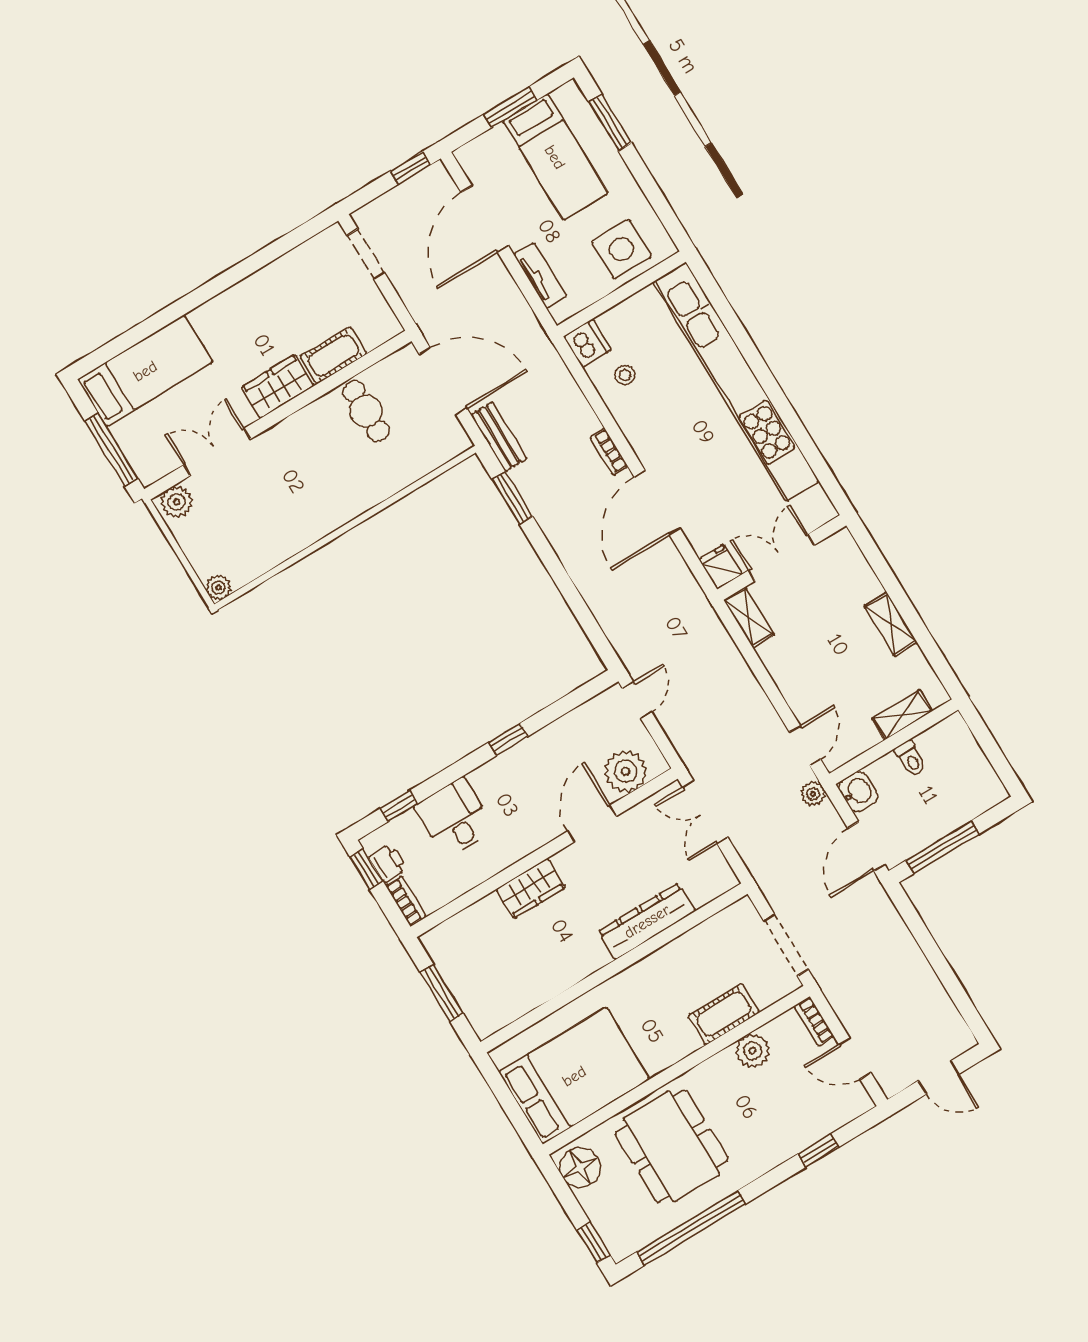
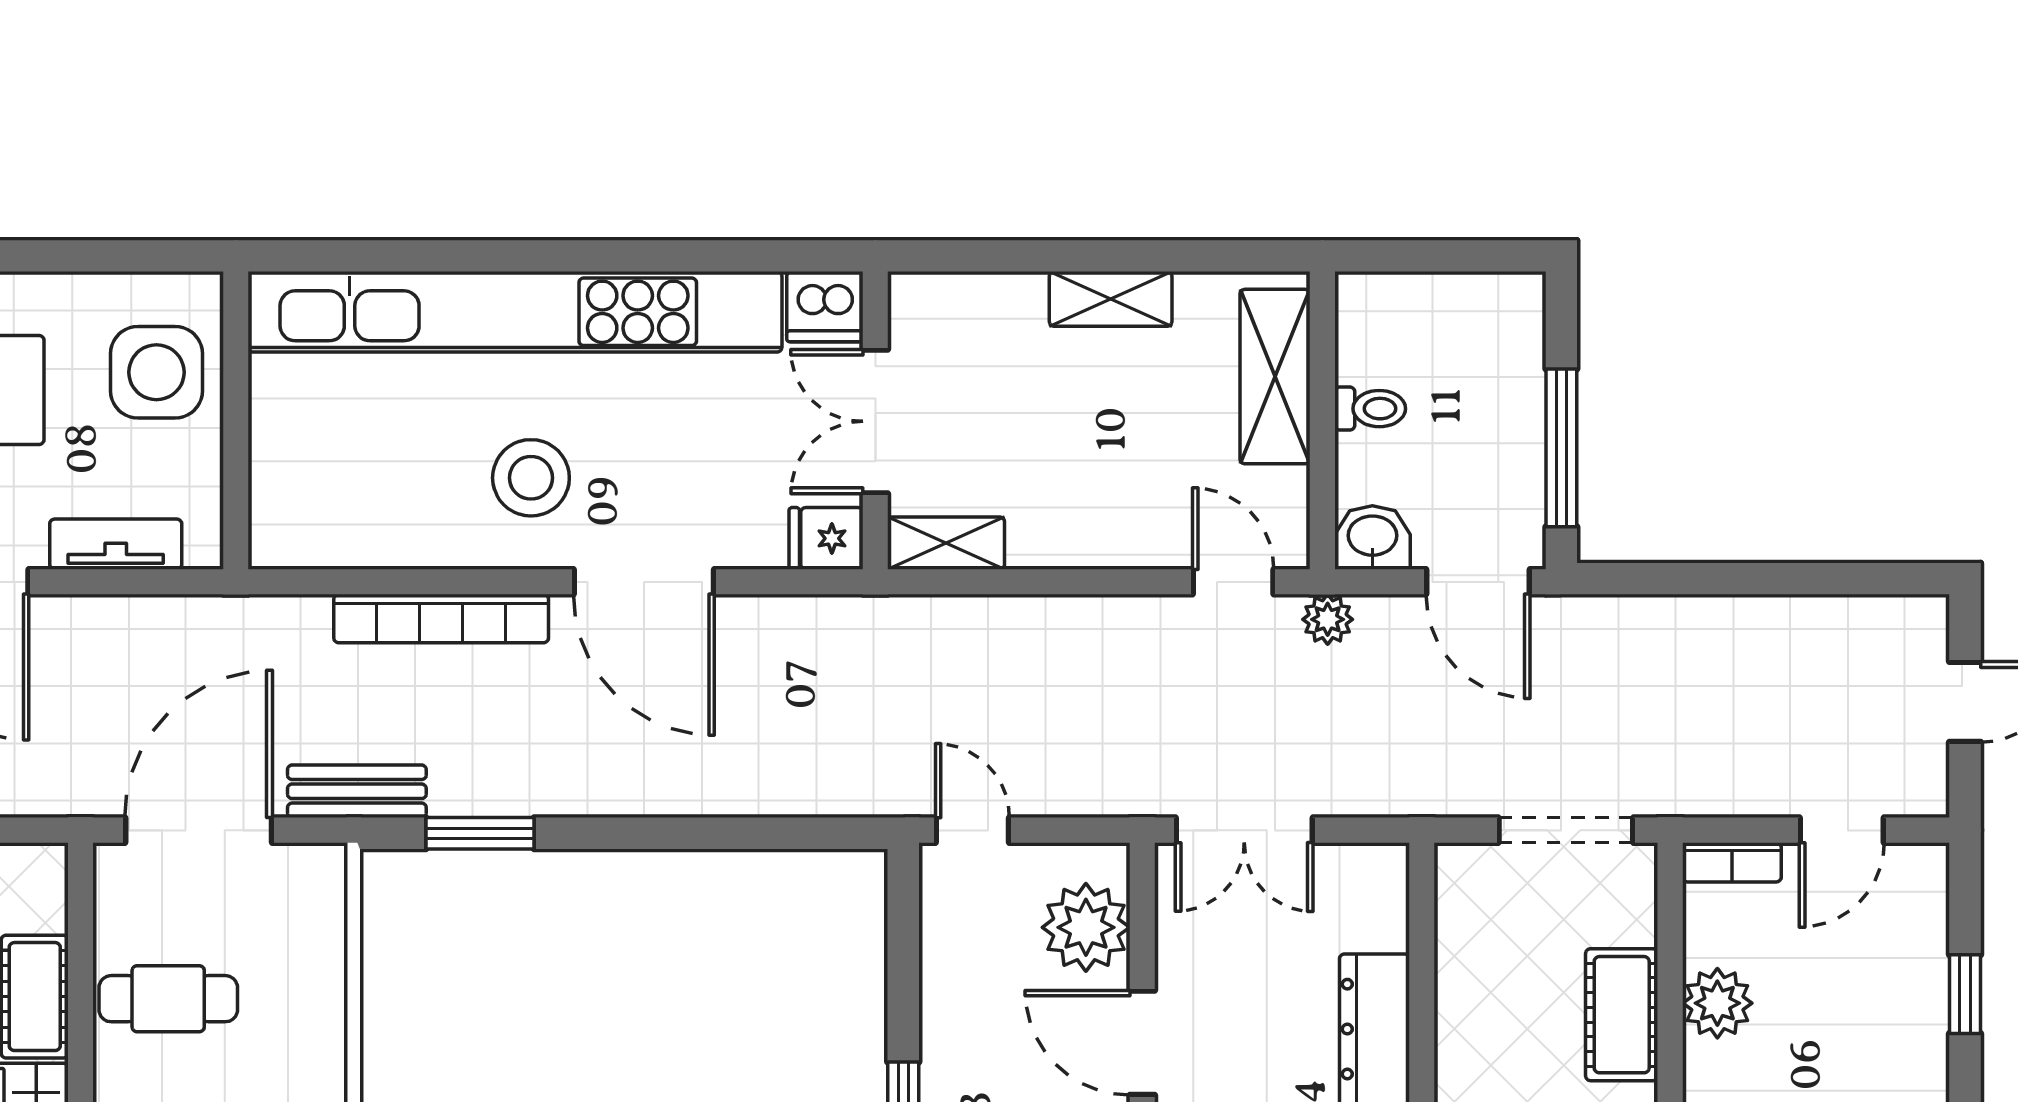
dishwasher: (587, 343) -> (825, 307), moved, turned 180
stool: (625, 375) -> (531, 478), moved, width x1.89, depth x1.89
bookcase: (609, 452) -> (441, 619), width x2.31, depth x1.31
shelving: (902, 715) -> (1275, 377), width x1.50, depth x1.33

